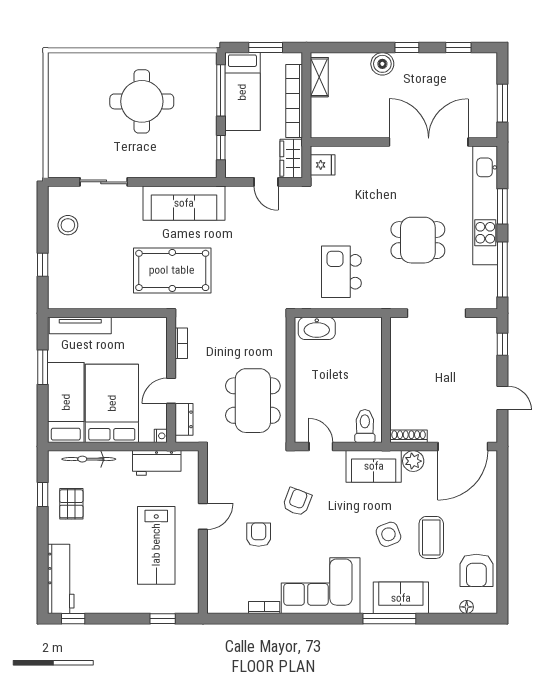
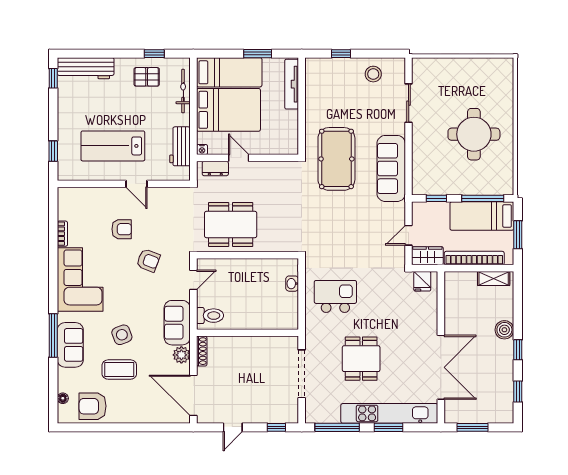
washbasin: (317, 328) -> (292, 284), width x0.52, depth x0.69
bookcase: (181, 343) -> (277, 166), removed

